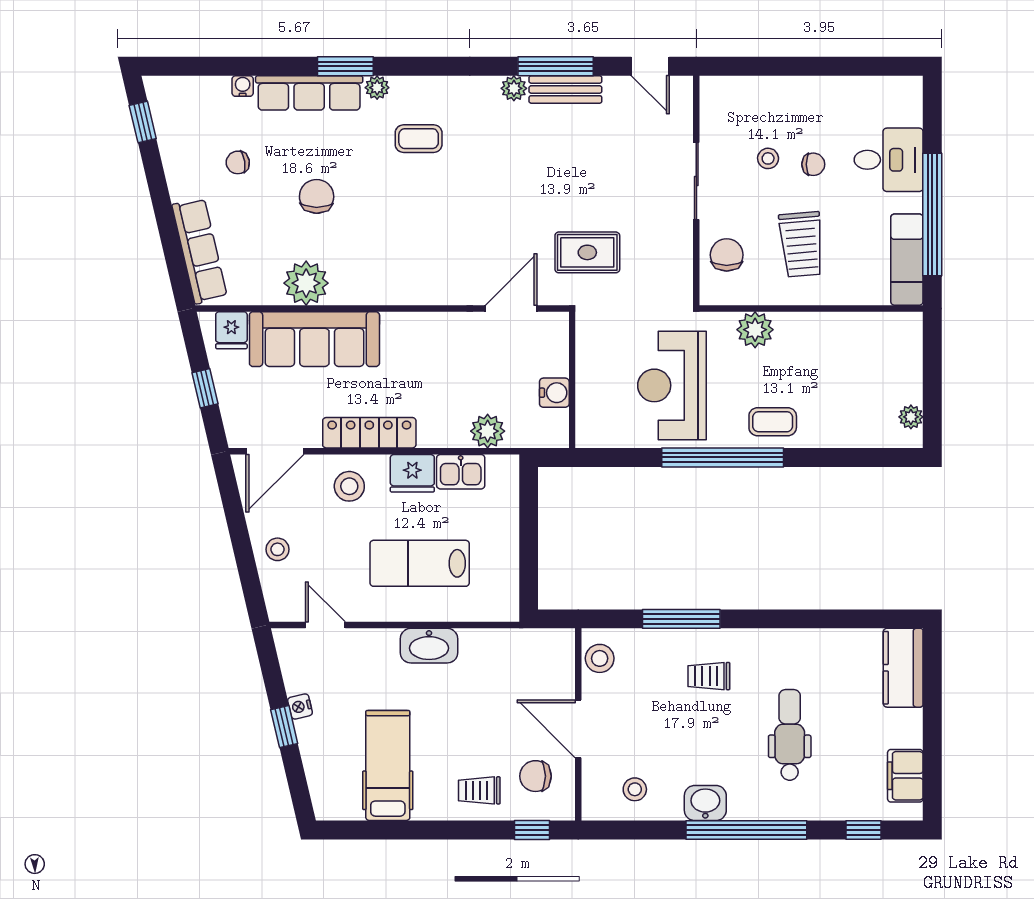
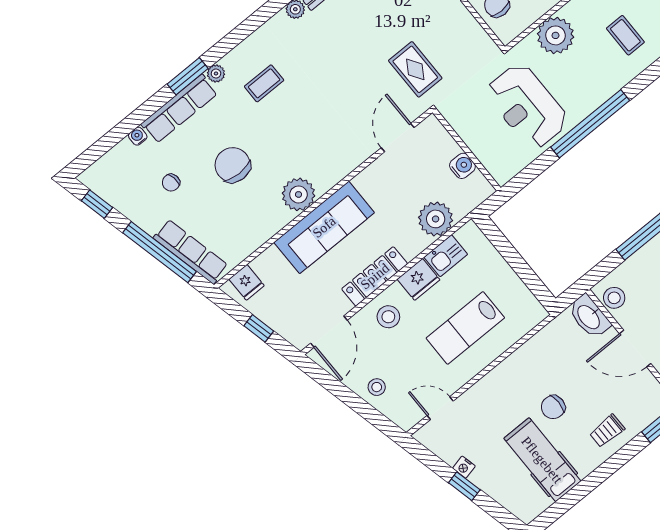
chair: (317, 196) -> (233, 165), width x1.37, depth x1.37
window: (167, 225) -> (160, 252), added
rug: (587, 252) -> (415, 69), turned 90
plant: (306, 283) -> (298, 194), moved
plant: (755, 330) -> (555, 35), width x1.36, depth x1.36
sofa: (314, 339) -> (324, 227), moved
coffee table: (773, 422) -> (625, 35), moved, turned 90
plant: (488, 431) -> (436, 219), width x1.36, depth x1.36
washbasin: (429, 646) -> (589, 317), moved, turned 90
chair: (536, 776) -> (553, 407), moved

